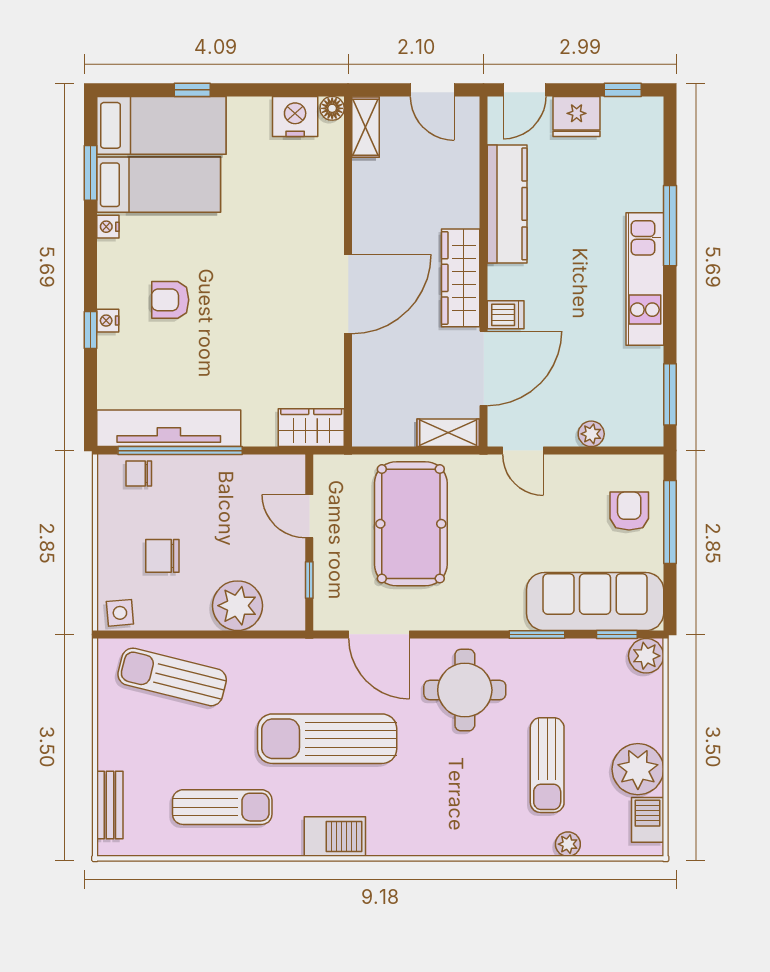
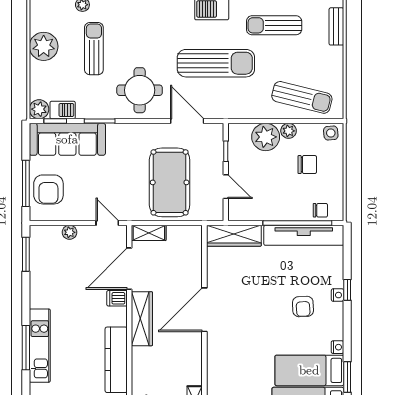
kitchen unit: (645, 279) -> (40, 346), moved
armchair: (170, 300) -> (303, 307), turned 87
wardrobe: (311, 428) -> (234, 236), width x1.50
armchair: (629, 511) -> (48, 189), width x1.38, depth x1.38
plant: (196, 617) -> (289, 131), added
barbecue: (648, 820) -> (63, 110), moved, turned -90

